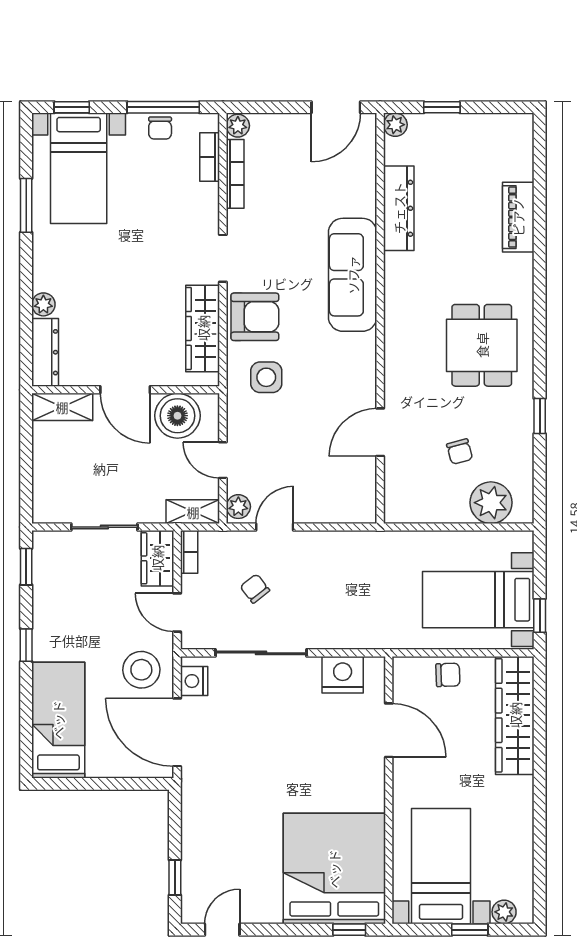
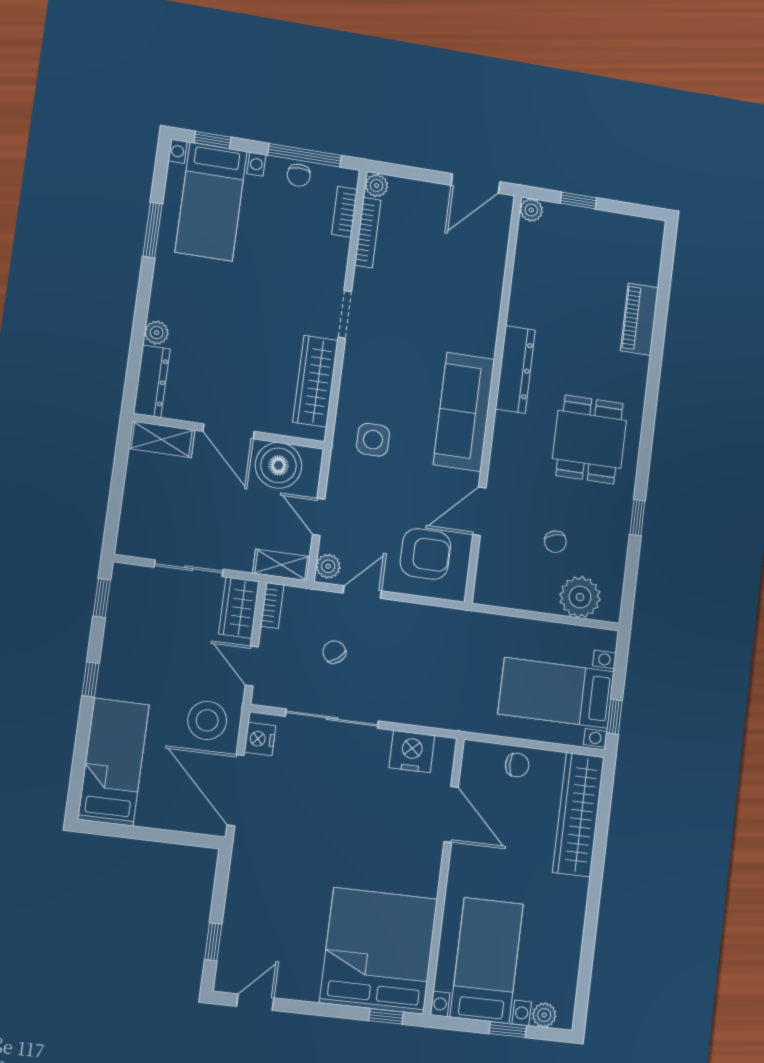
dresser: (399, 208) -> (515, 369), moved
sofa: (353, 275) -> (464, 412), moved
armchair: (255, 317) -> (425, 554), moved

